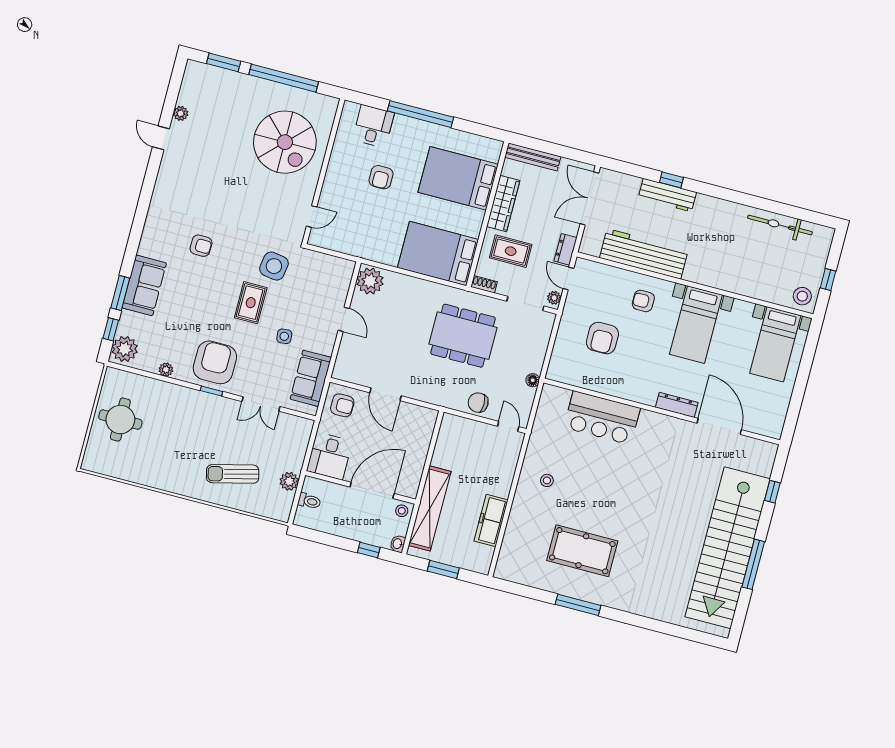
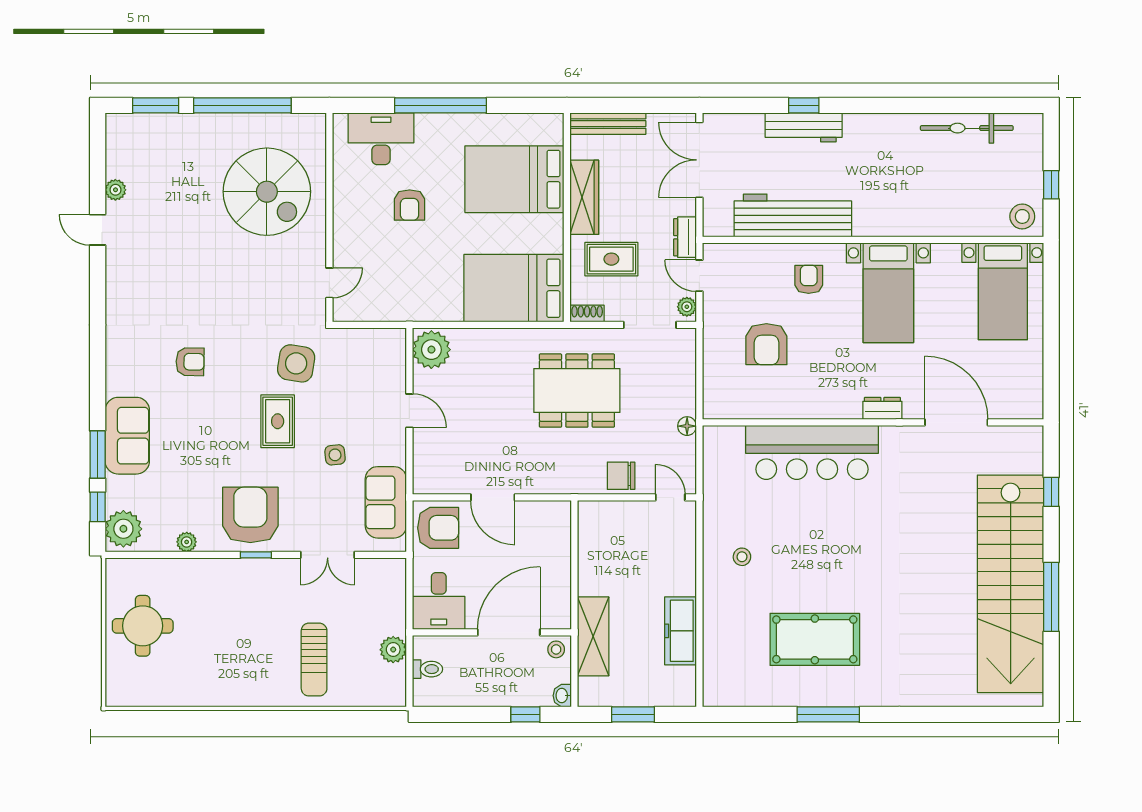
desk: (373, 126) -> (381, 139), width x1.37
armchair: (643, 301) -> (809, 279), turned 90
armchair: (342, 405) -> (438, 528), width x1.38, depth x1.38
dresser: (677, 405) -> (882, 408), width x0.70
bar counter: (602, 418) -> (812, 452), width x1.36
sun lounger: (233, 474) -> (314, 660), turned -76
shelving: (430, 508) -> (593, 636), width x0.68

